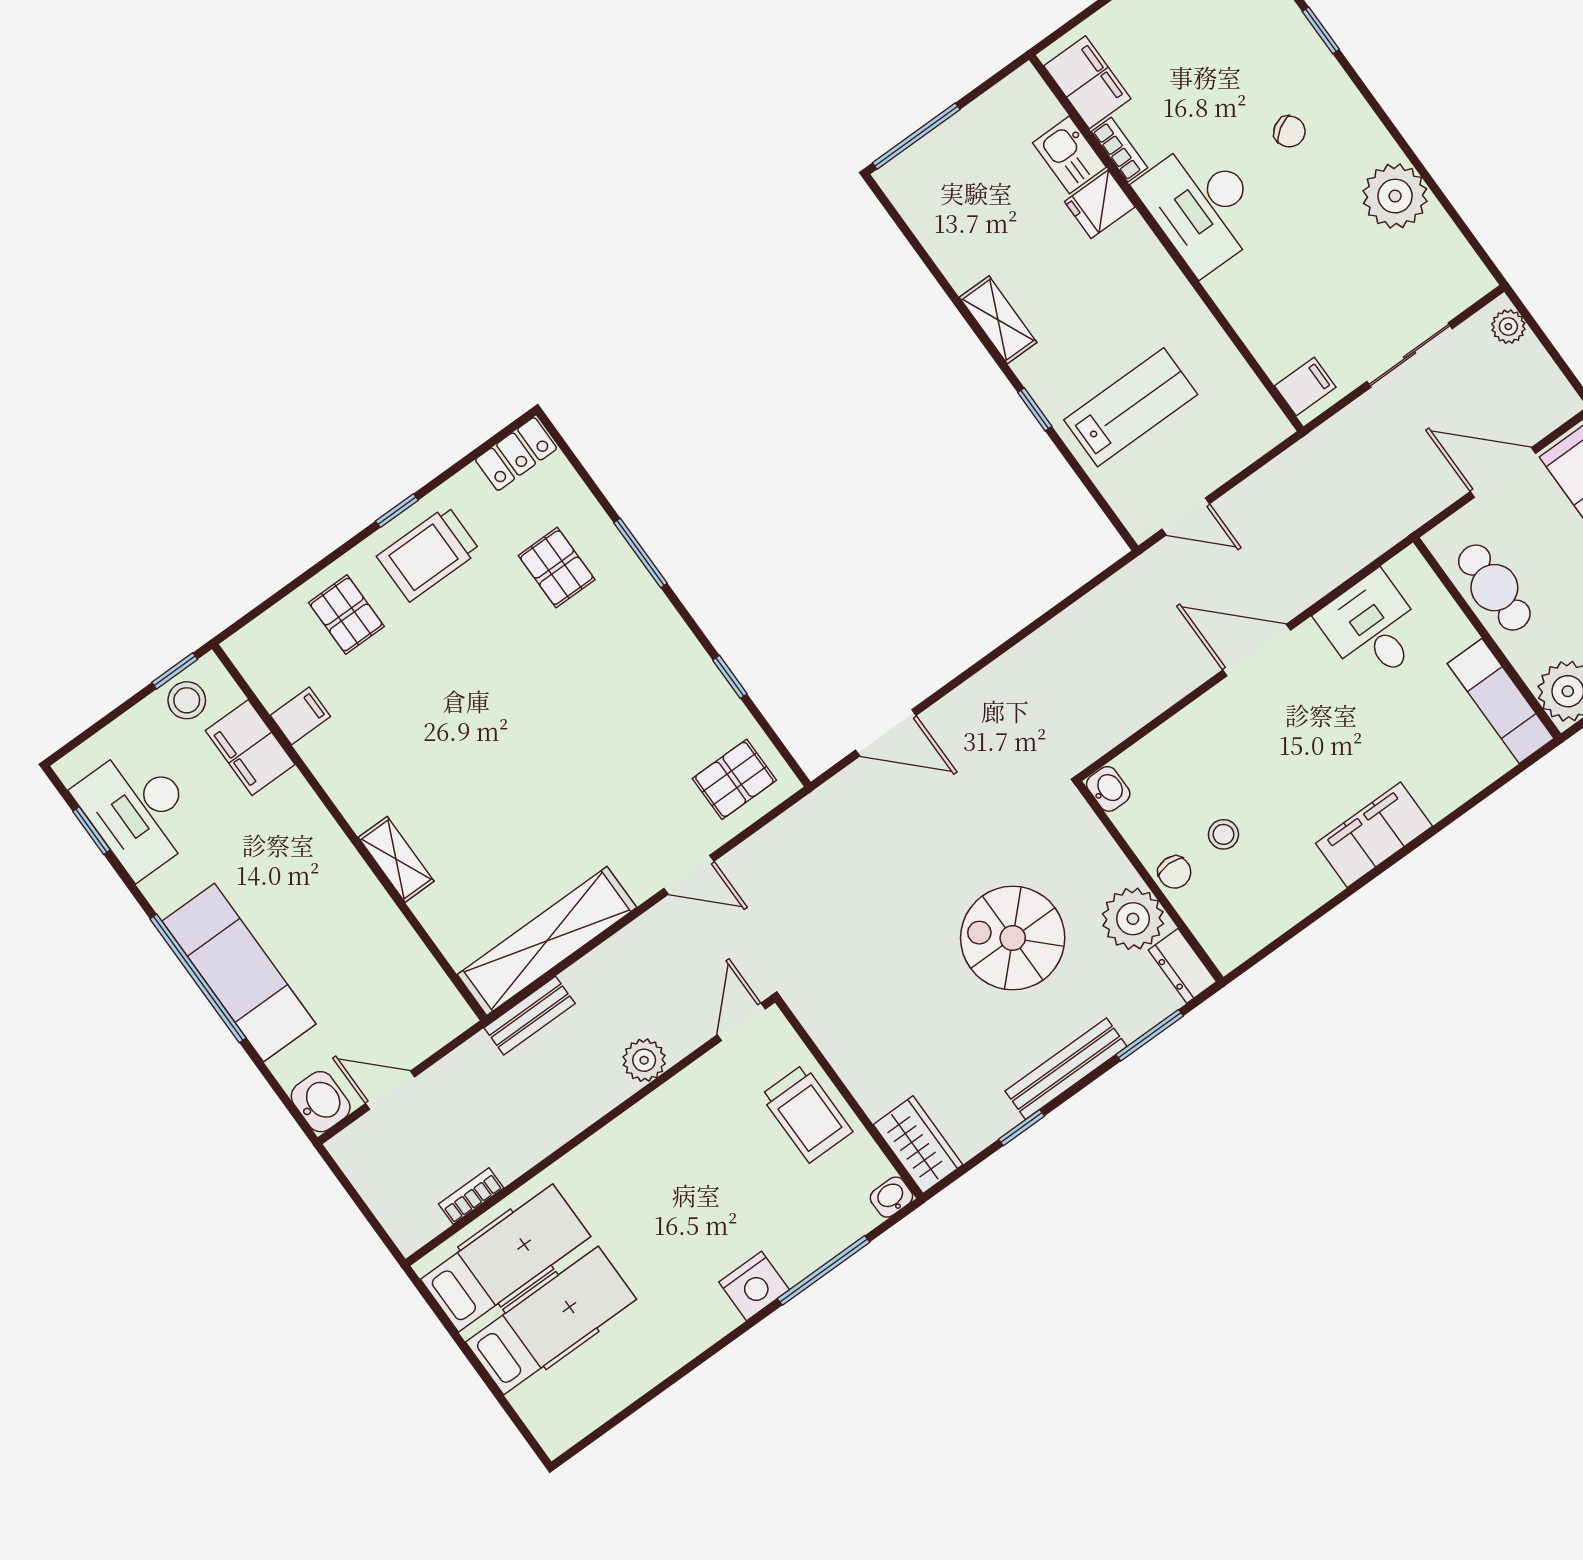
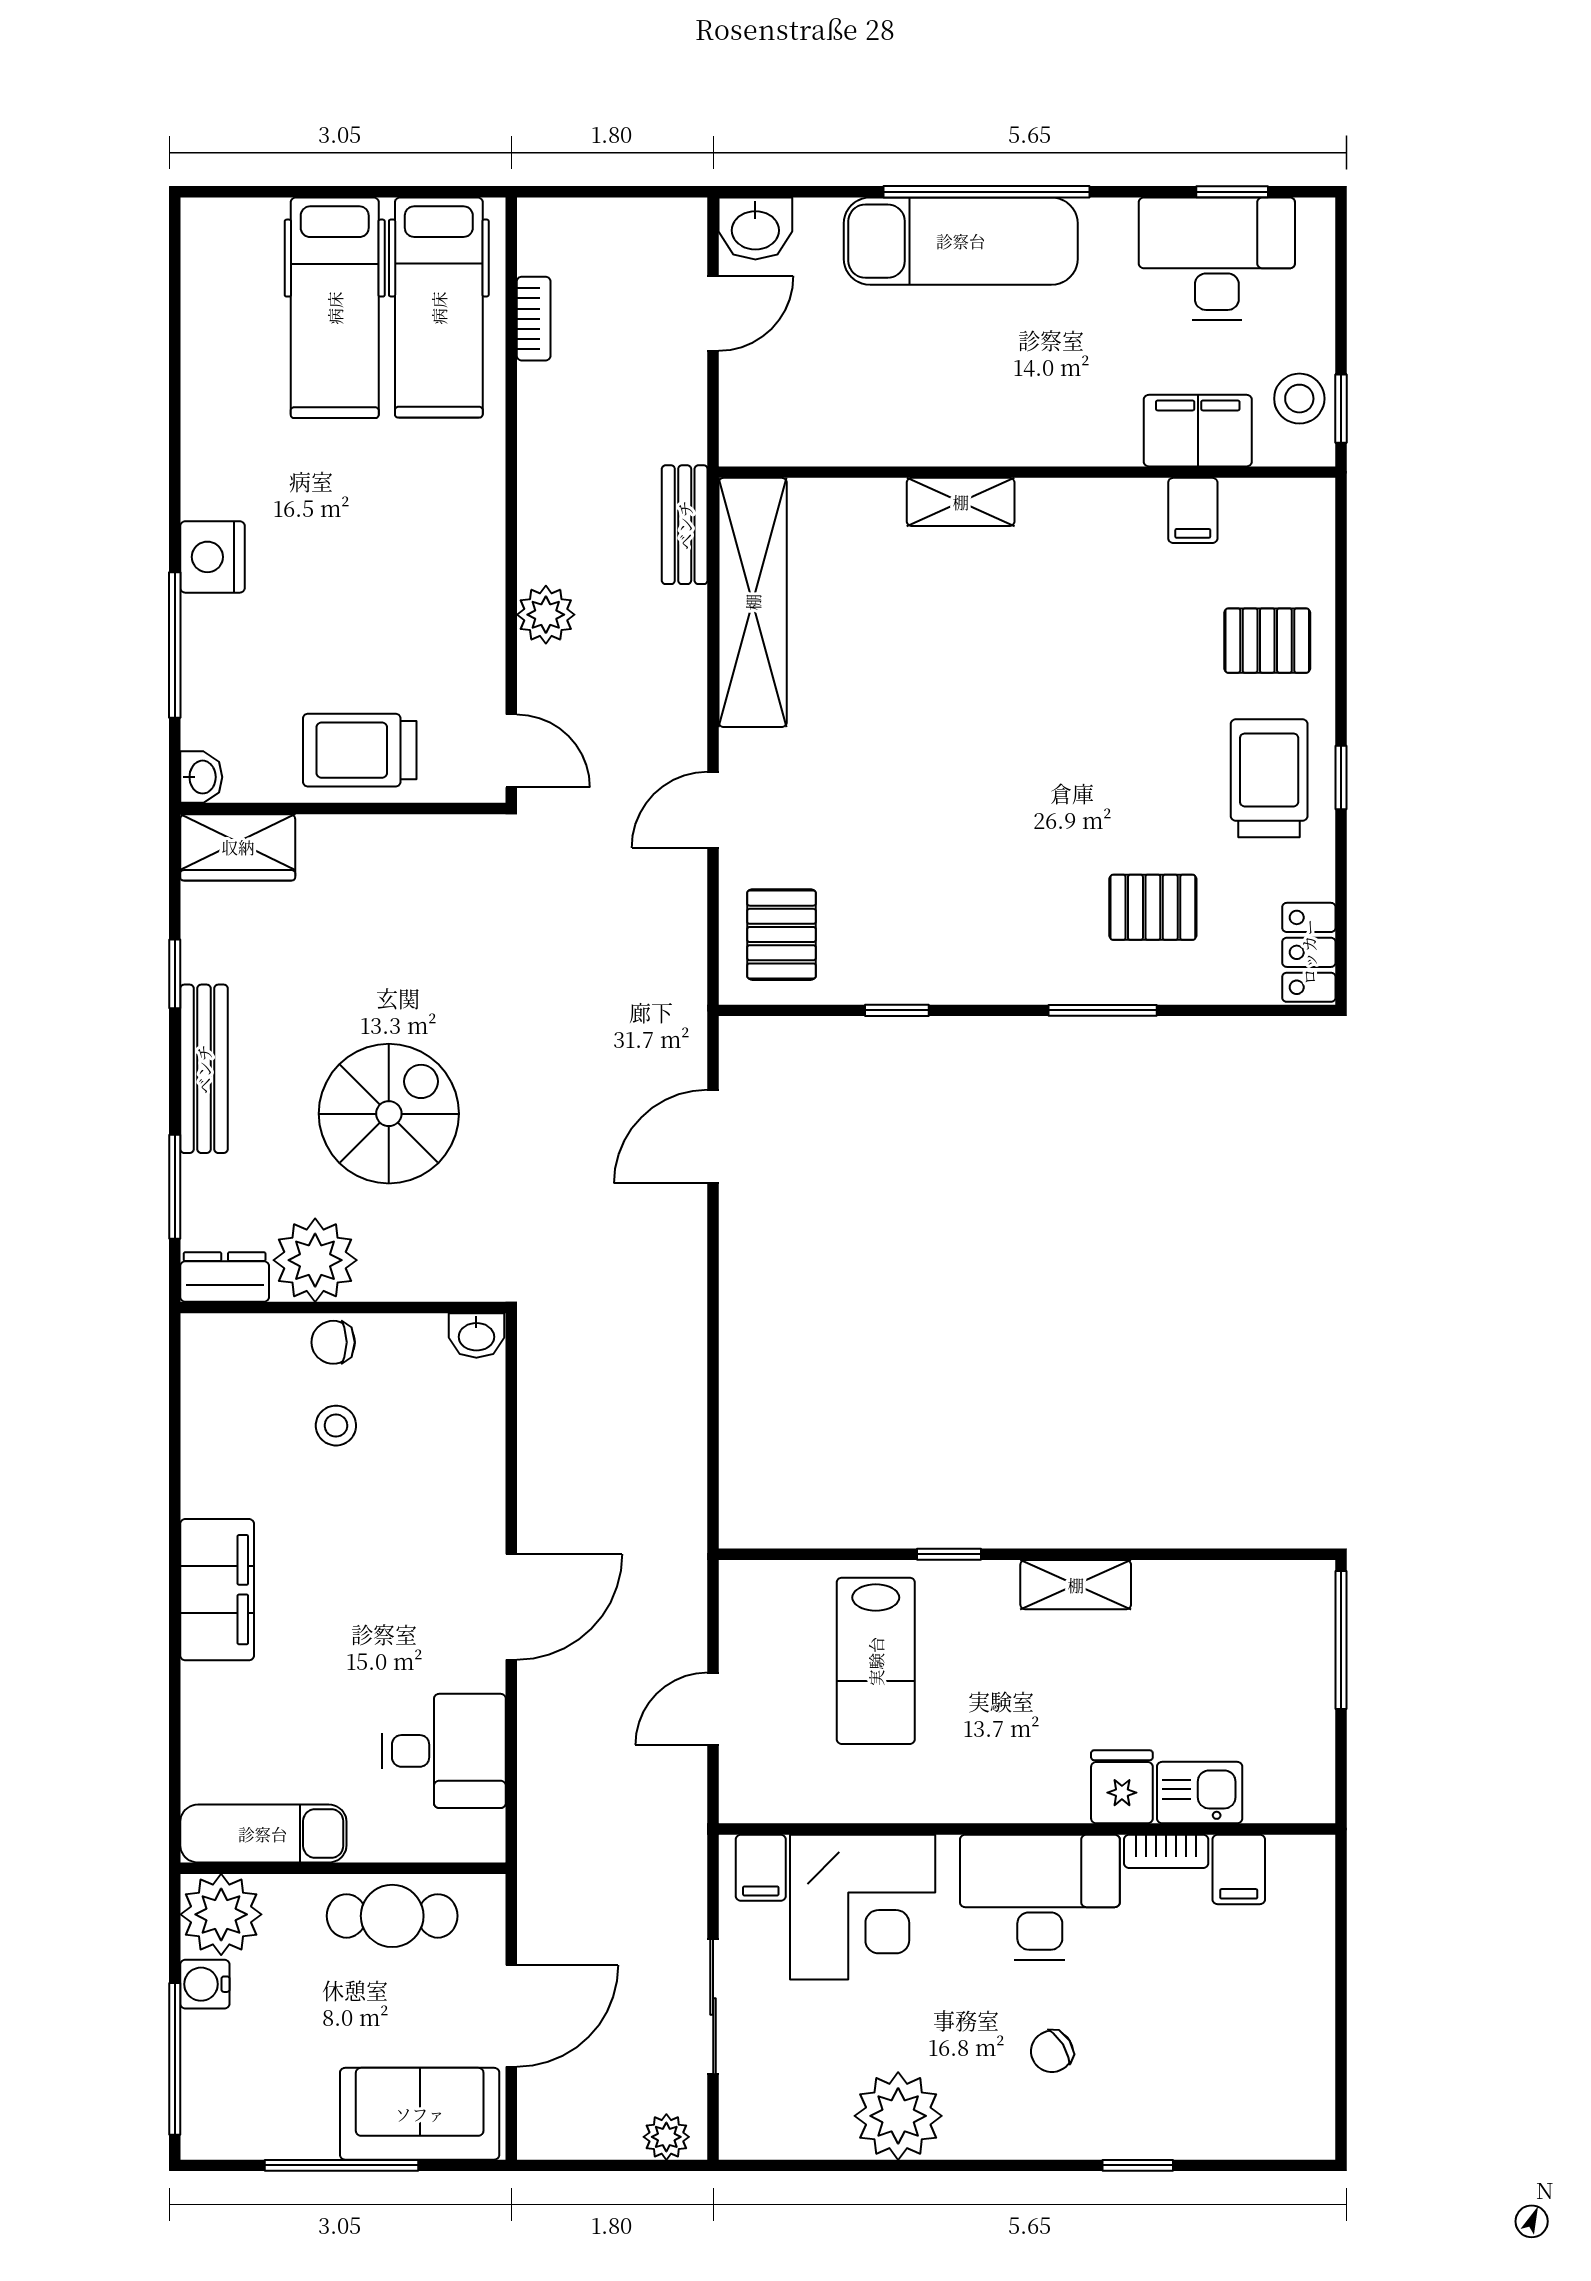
filing cabinet: (1087, 82) -> (1239, 1869), width x0.50
corner desk: (1285, 308) -> (863, 1907), added
door: (1186, 516) -> (713, 1709), moved

